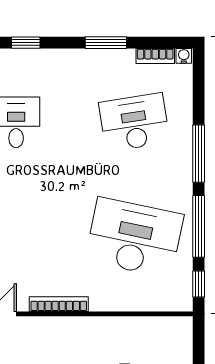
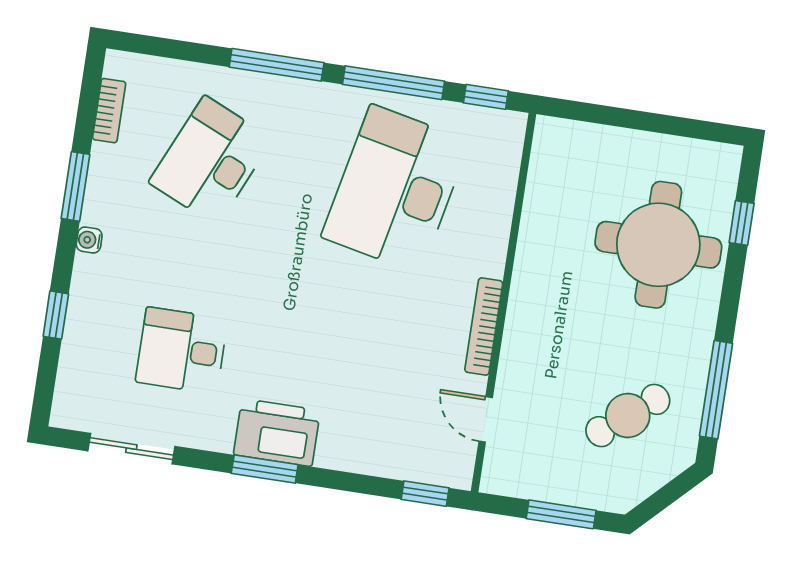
water cooler: (184, 56) -> (89, 240), moved
desk: (134, 122) -> (211, 161), turned 33

